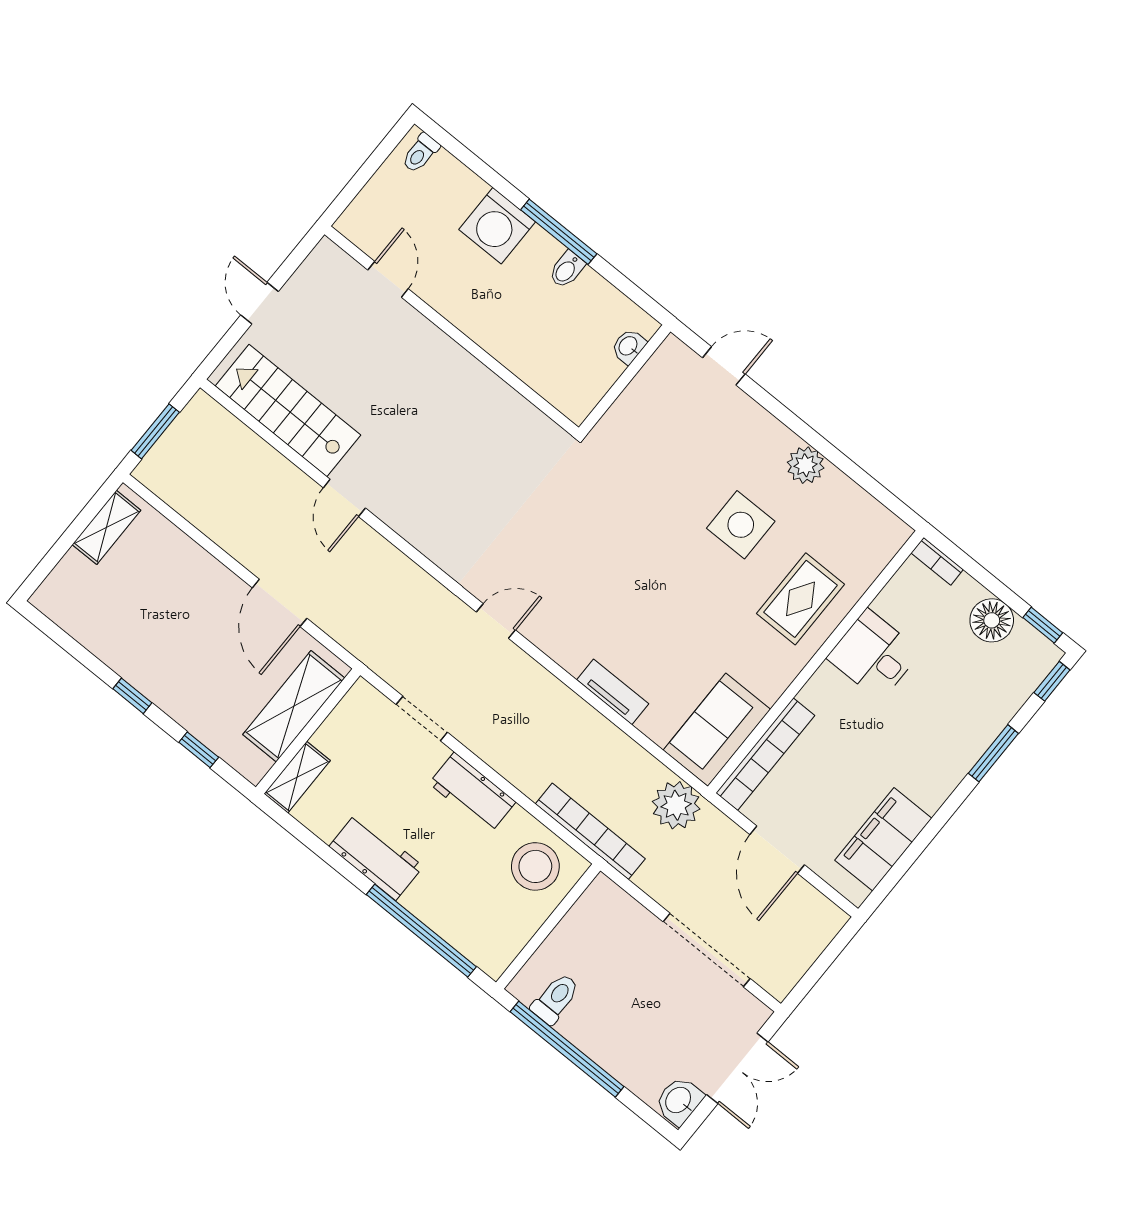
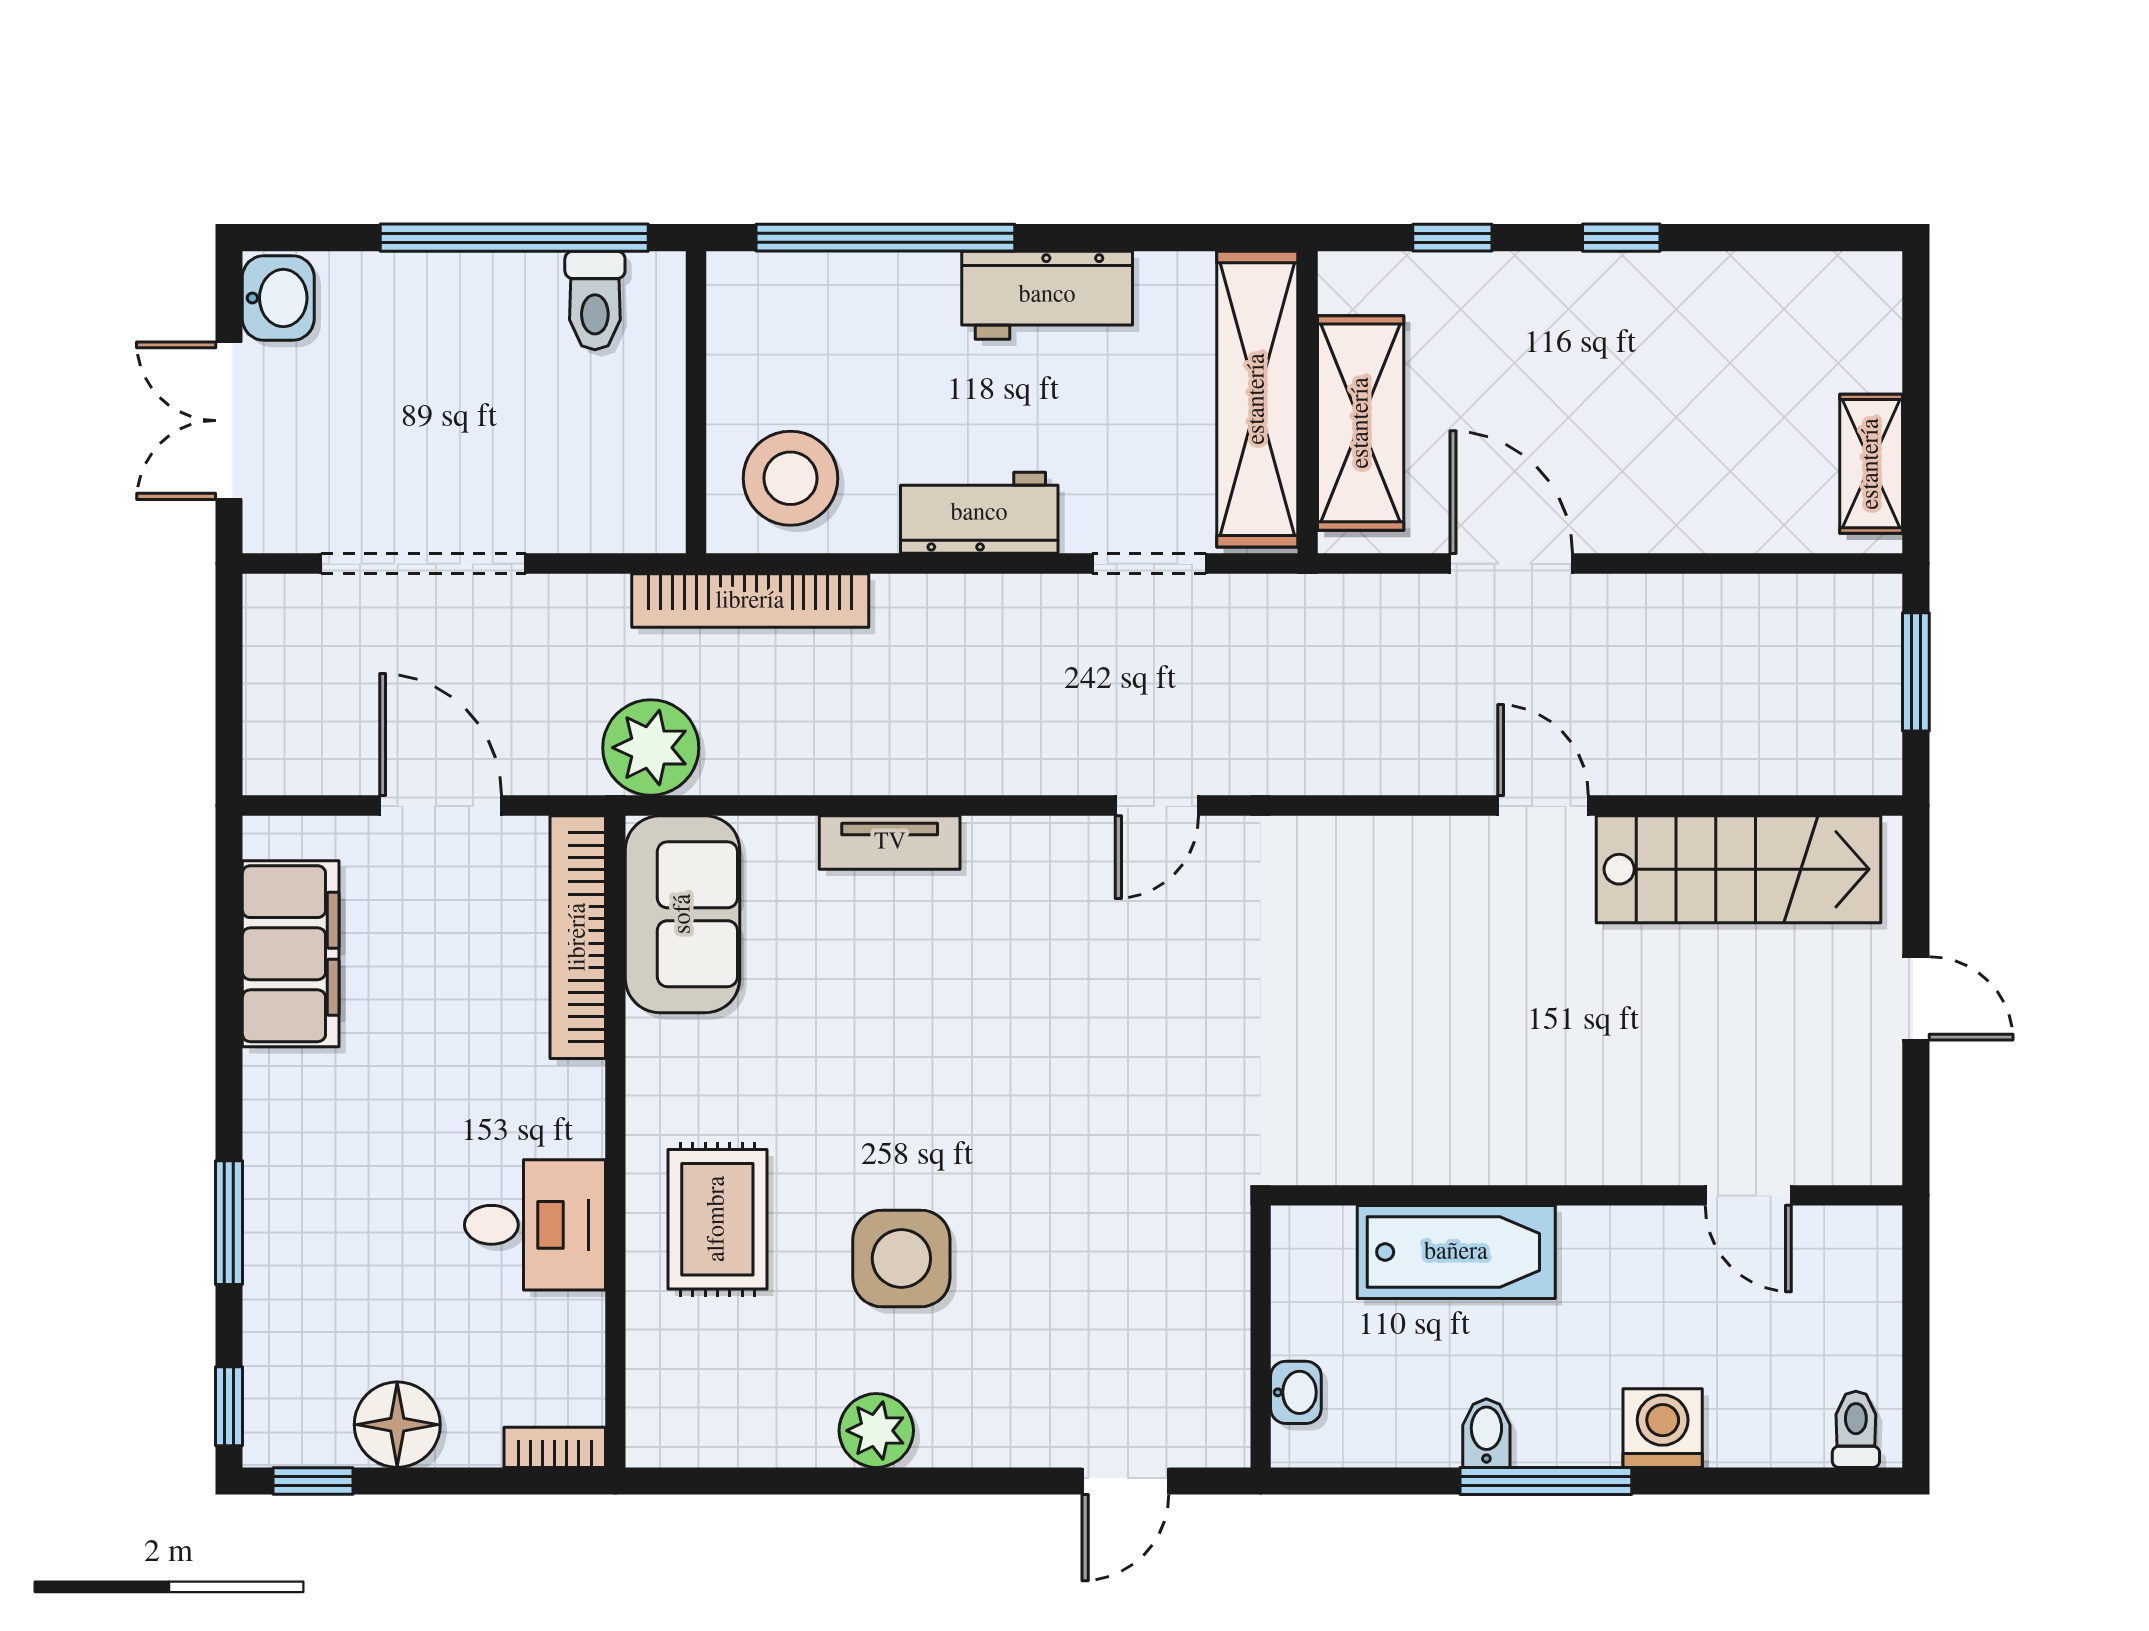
washing machine: (497, 226) -> (1663, 1428), width x0.73, depth x0.73
bathtub: (521, 350) -> (1456, 1252), added
shelving: (297, 777) -> (1257, 399), width x2.20, depth x1.33

